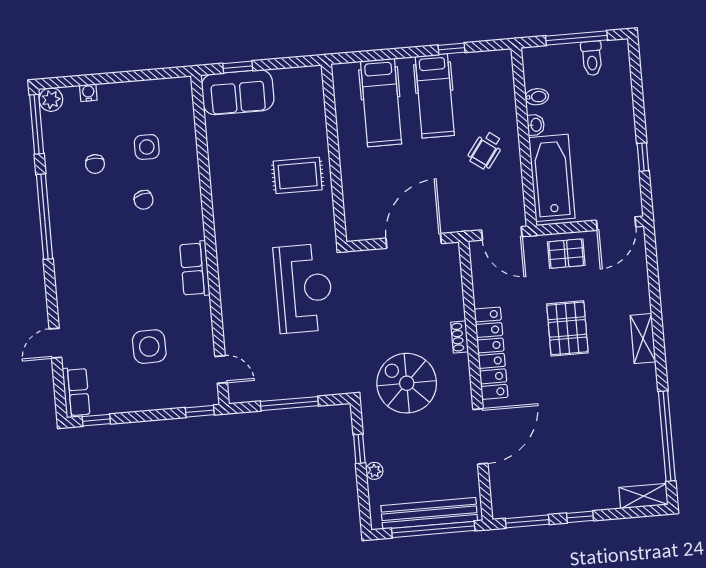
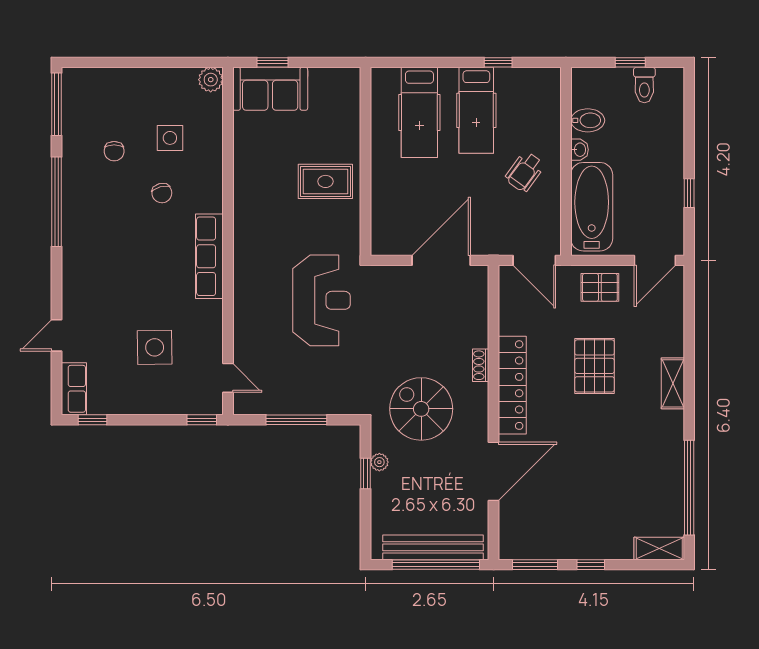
window: (577, 38) -> (630, 62), width x0.46
water cooler: (88, 93) -> (114, 76), removed
bidet: (537, 97) -> (588, 120), width x1.38, depth x1.36
plant: (51, 100) -> (211, 80), moved
row of seats: (195, 269) -> (209, 256), width x1.48
plant: (374, 471) -> (379, 462), moved

